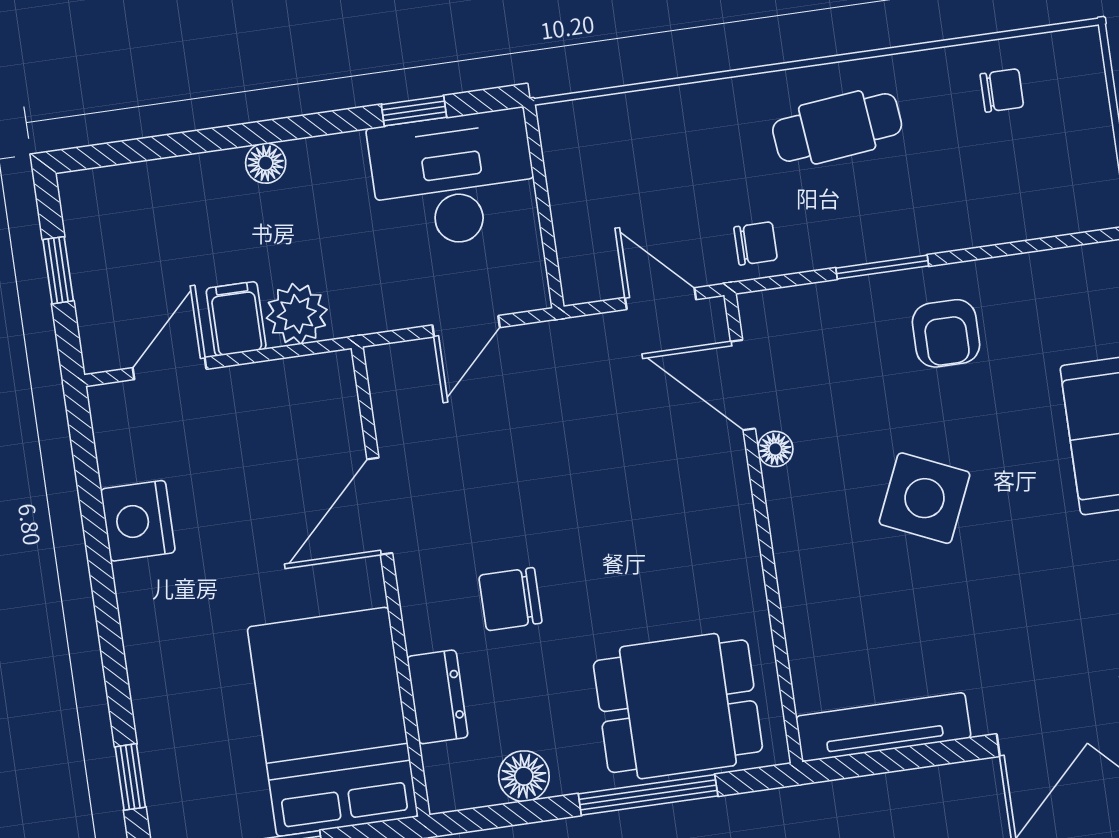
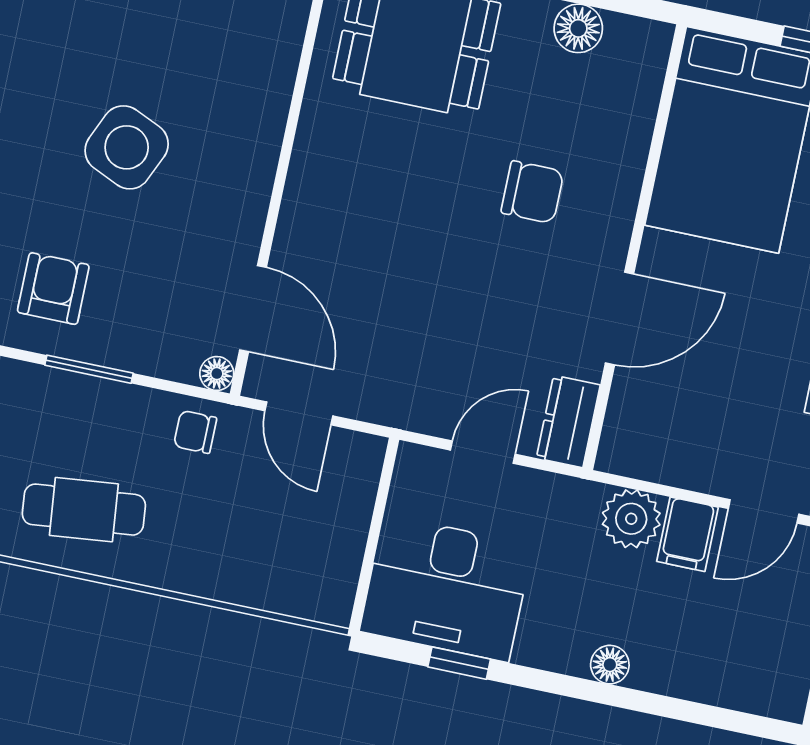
floor lamp: (775, 449) -> (217, 374), moved
dresser: (437, 697) -> (568, 422), moved

